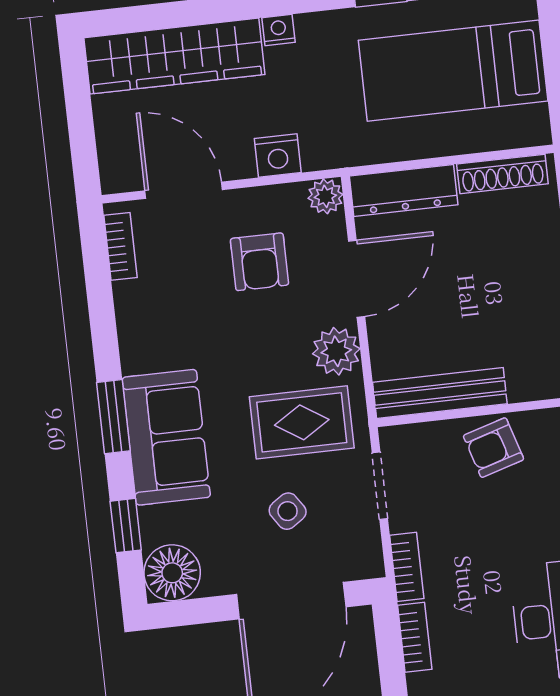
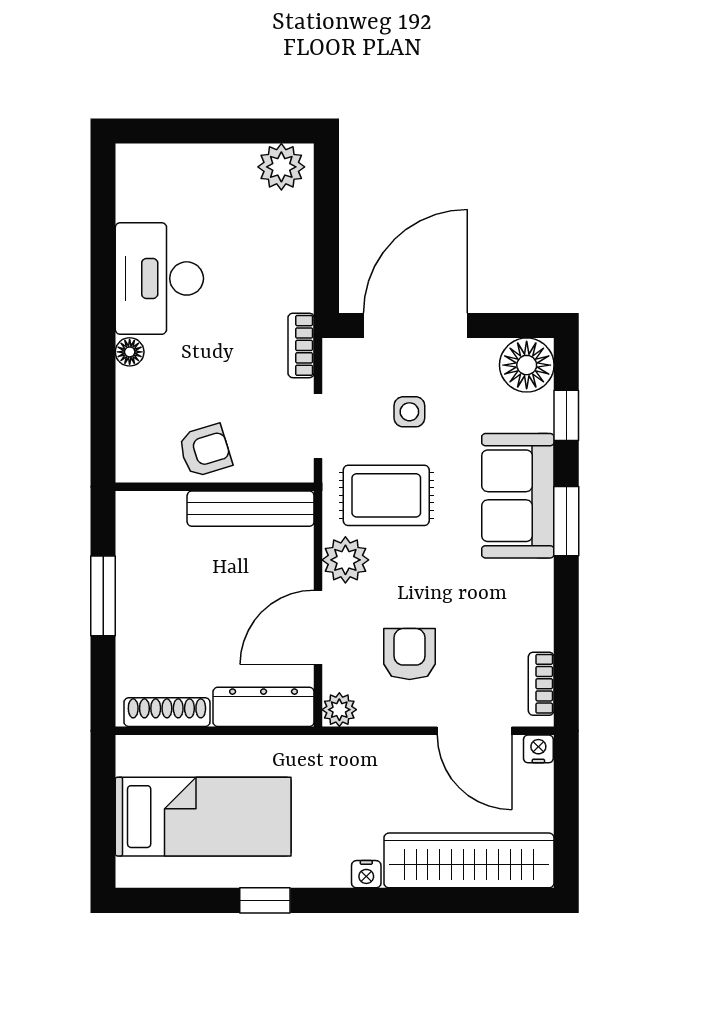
nightstand: (278, 156) -> (538, 749), moved, width x0.72, depth x0.74
side table: (288, 511) -> (409, 412), turned 34
bookcase: (415, 637) -> (301, 277), removed

